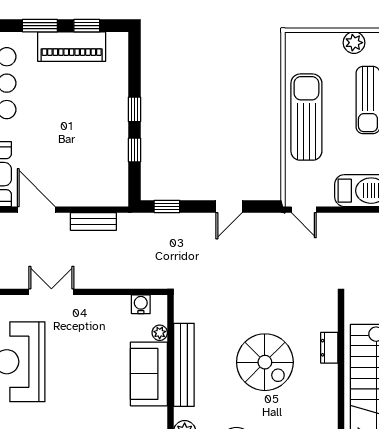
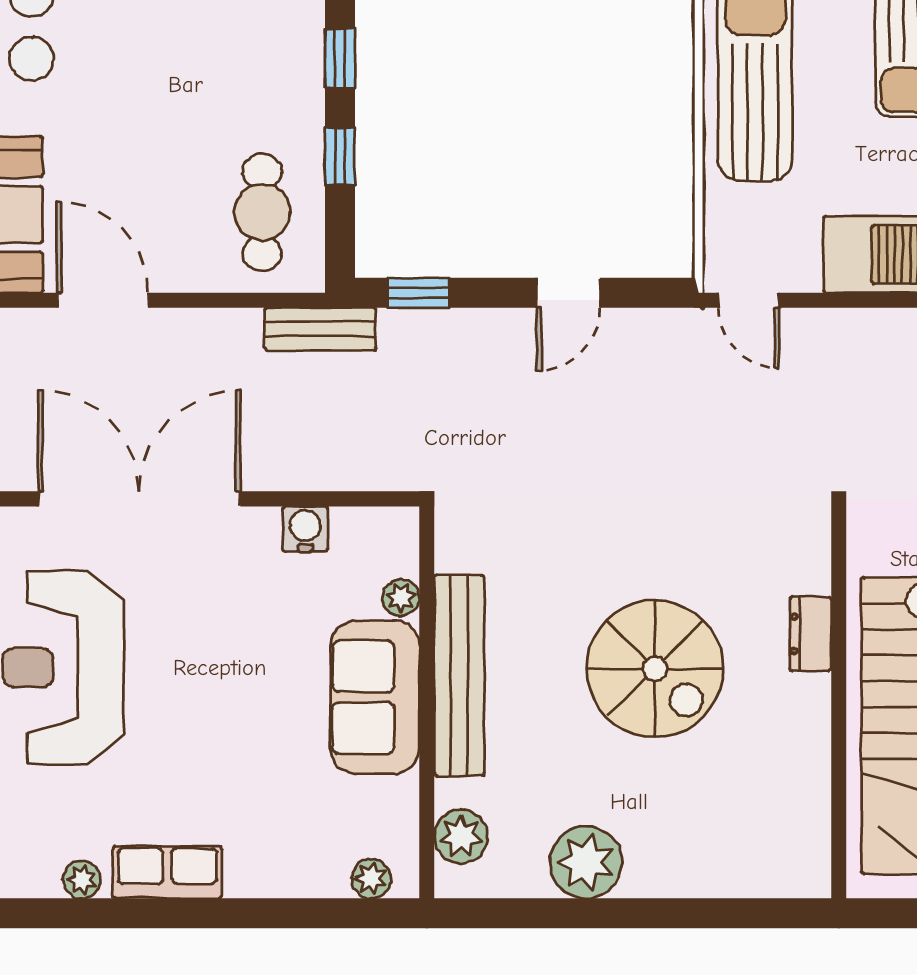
cafe table: (102, 173) -> (262, 212), added
bench: (93, 222) -> (320, 329), moved
double door: (51, 292) -> (139, 499), width x1.87
water cooler: (141, 304) -> (305, 529), moved

